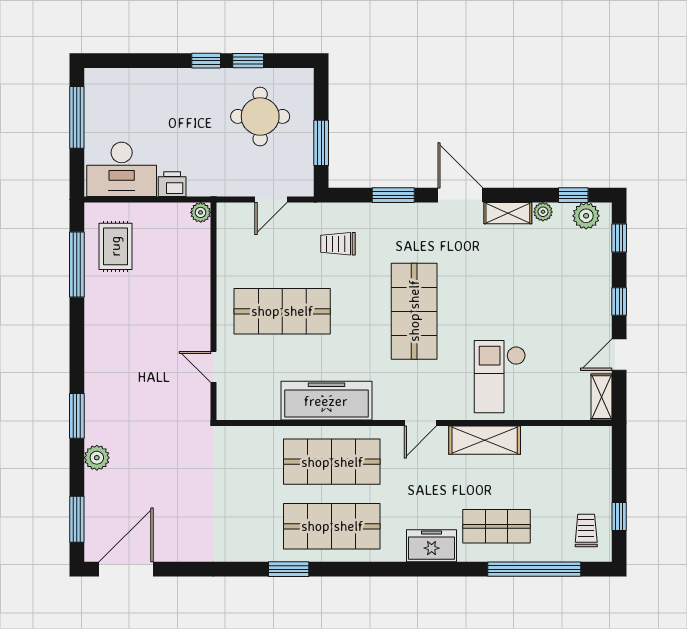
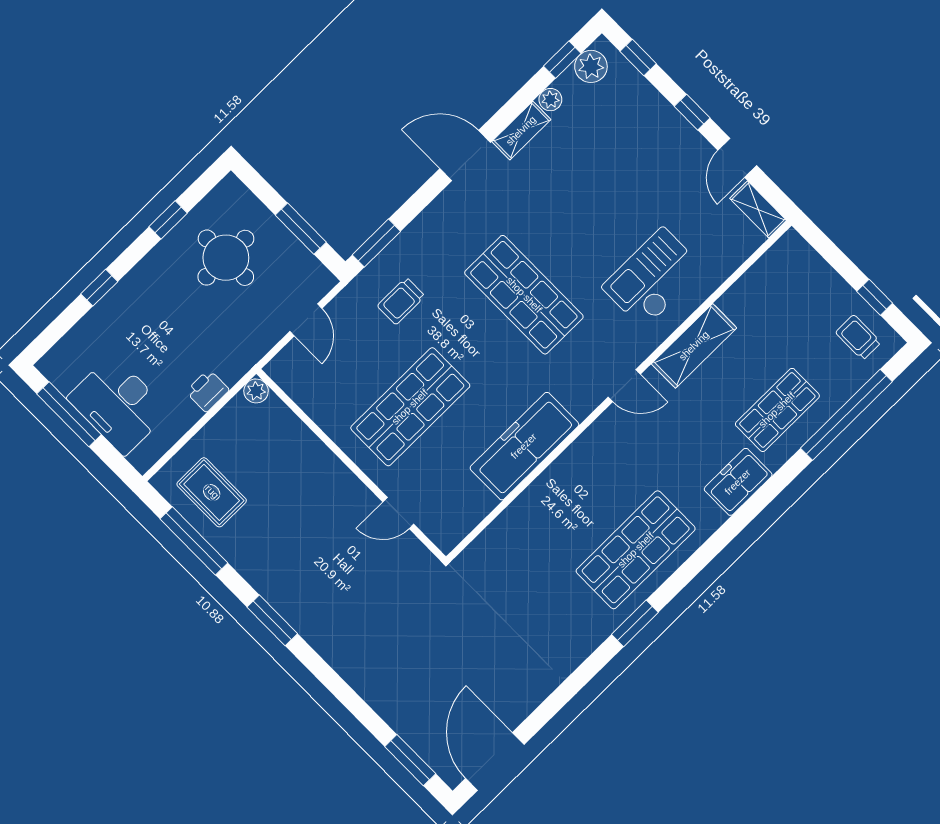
window: (206, 61) -> (99, 288), moved
desk: (122, 169) -> (118, 405), moved, turned 90
window: (393, 195) -> (376, 243), moved
checkout: (500, 377) -> (653, 278), turned 90
window: (77, 416) -> (272, 620), moved
door: (420, 423) -> (624, 386), hinge flipped
plant: (97, 458) -> (375, 690), removed
shop shelf: (332, 462) -> (581, 494), removed

